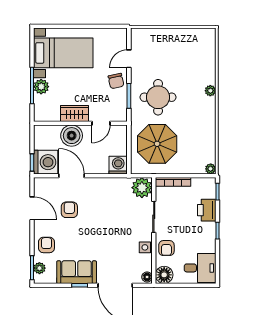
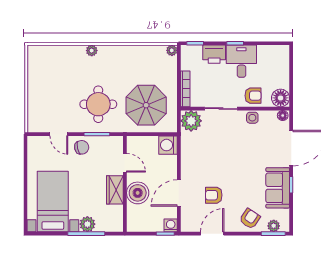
washing machine: (46, 162) -> (171, 225), width x0.53, depth x0.53
armchair: (46, 245) -> (250, 219), turned 124
desk: (200, 268) -> (241, 61), moved

